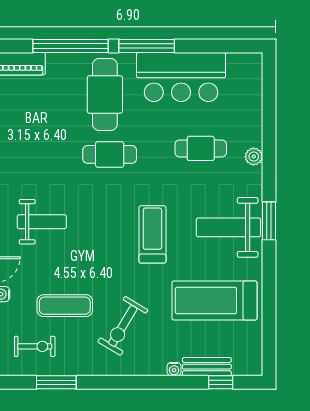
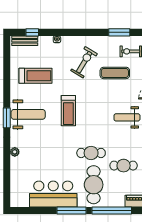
cafe table: (201, 148) -> (124, 166), moved
treadmill: (214, 301) -> (36, 76), width x0.73, depth x0.73
bench: (207, 367) -> (25, 41), moved

